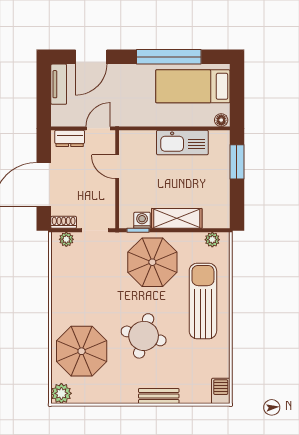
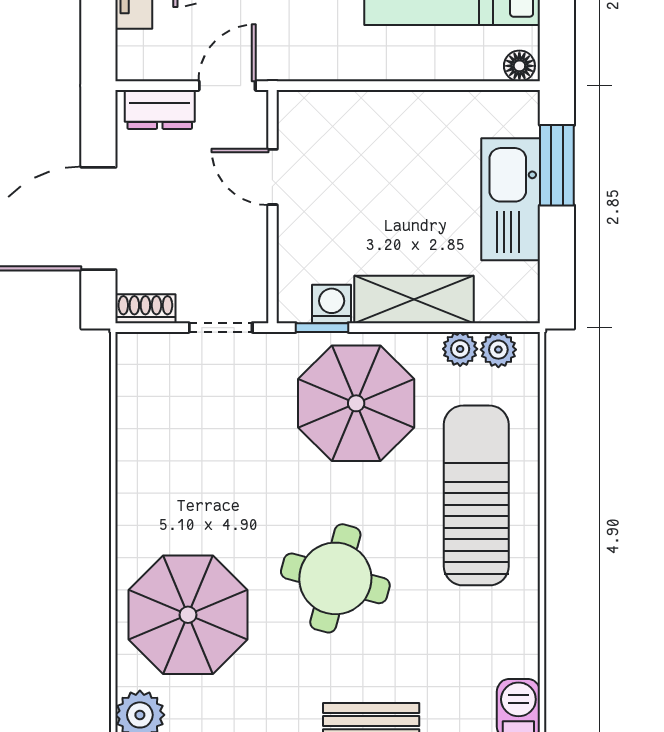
kitchen sink: (182, 142) -> (511, 199), moved, turned 90
plant: (66, 239) -> (460, 349), moved

